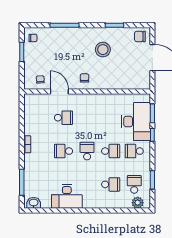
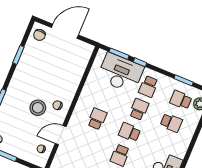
stool: (103, 50) -> (38, 108), moved
school desk: (63, 118) -> (97, 119), moved
school desk: (111, 184) -> (171, 123), turned 90

